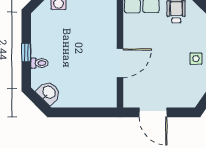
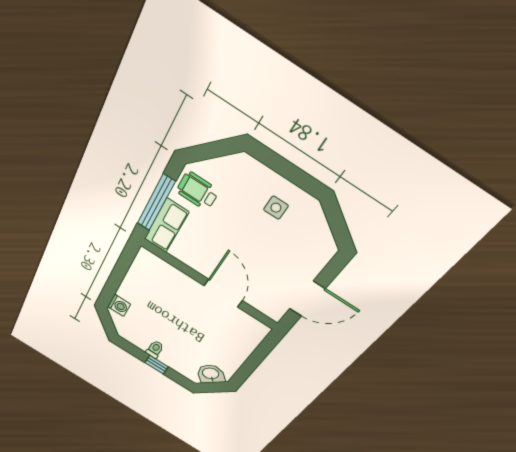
toilet: (39, 63) -> (155, 349), moved

